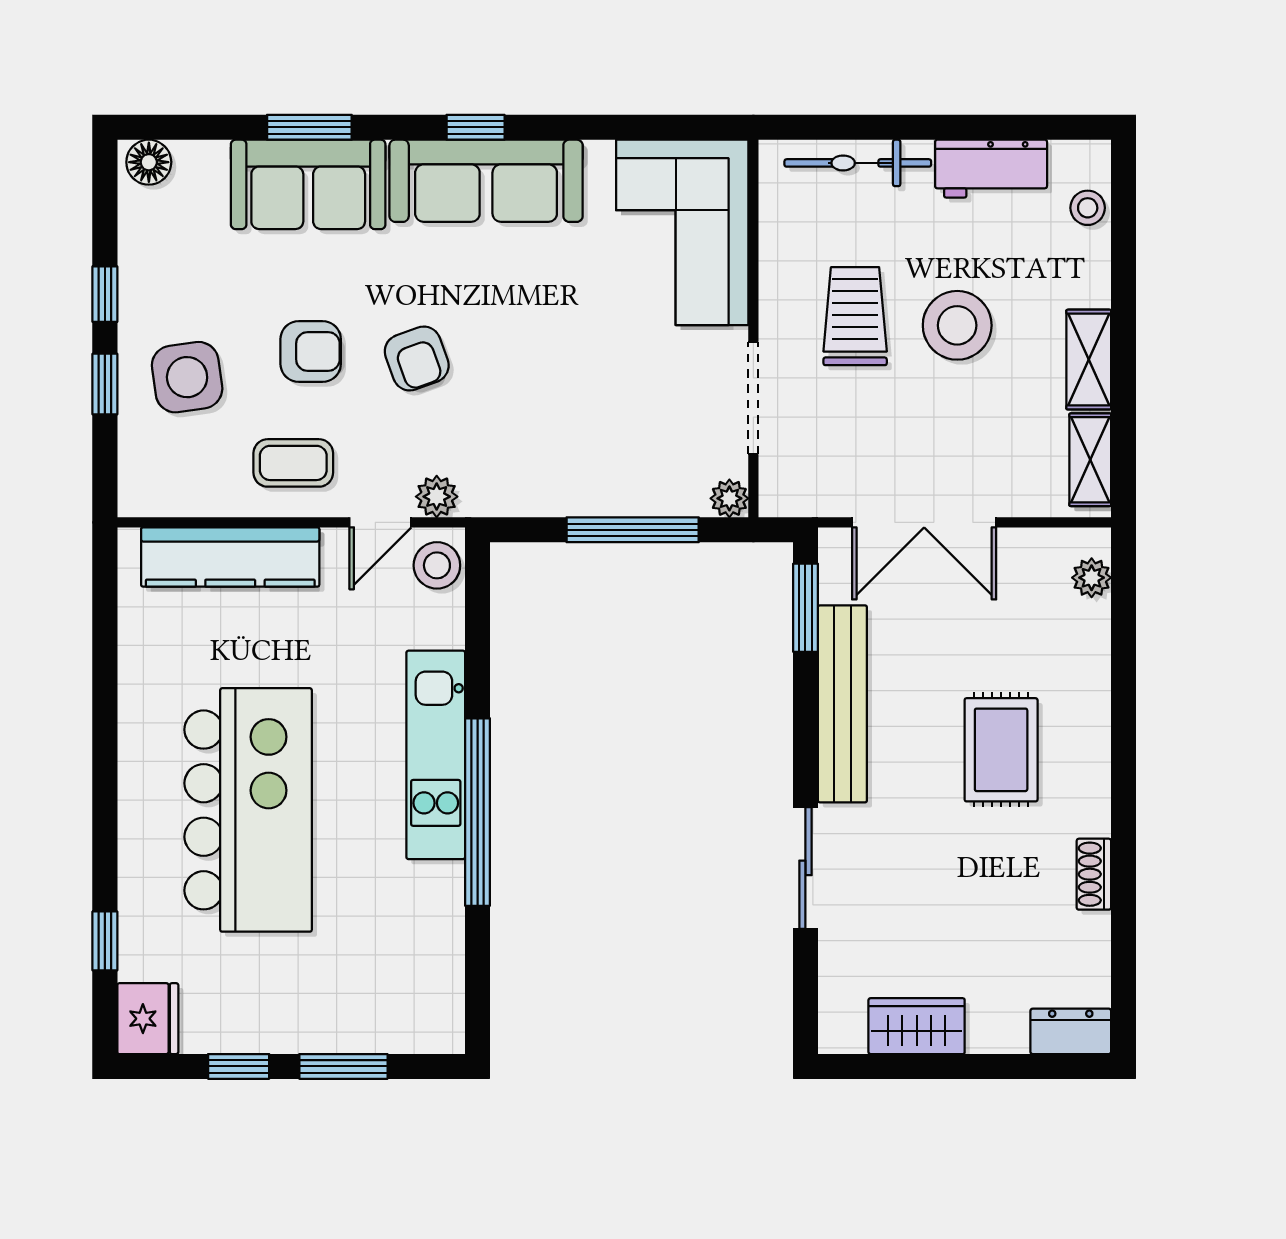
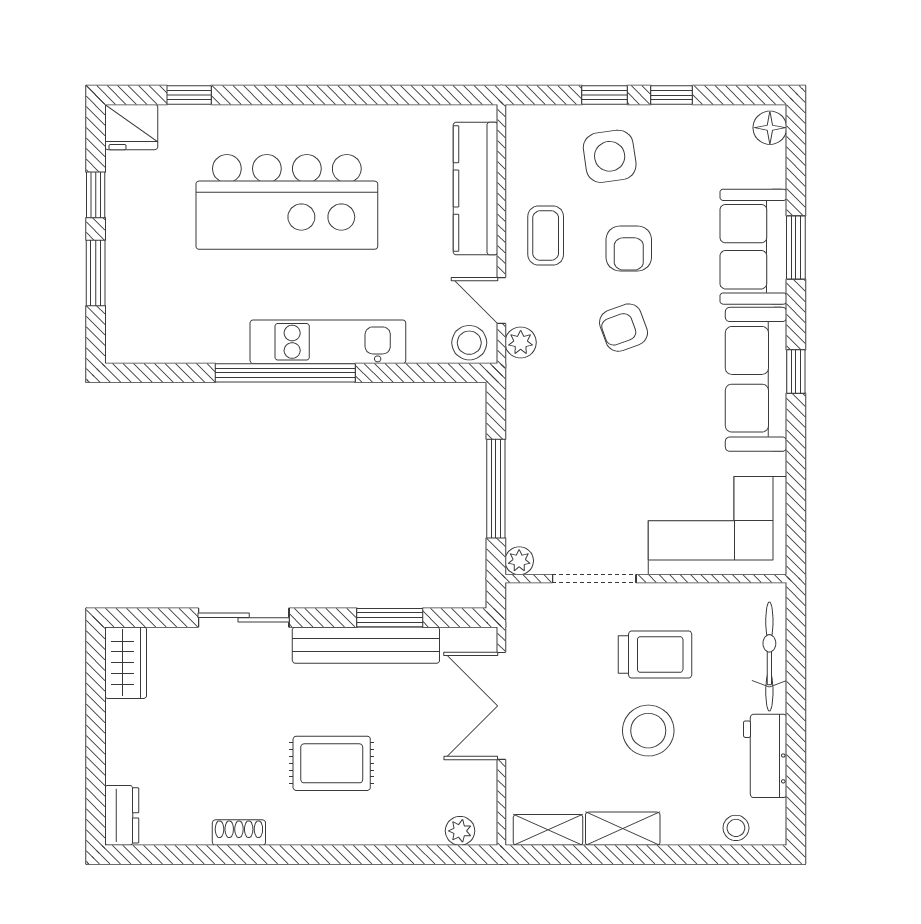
window: (805, 608) -> (390, 618), moved
wardrobe: (917, 1026) -> (126, 663), moved

